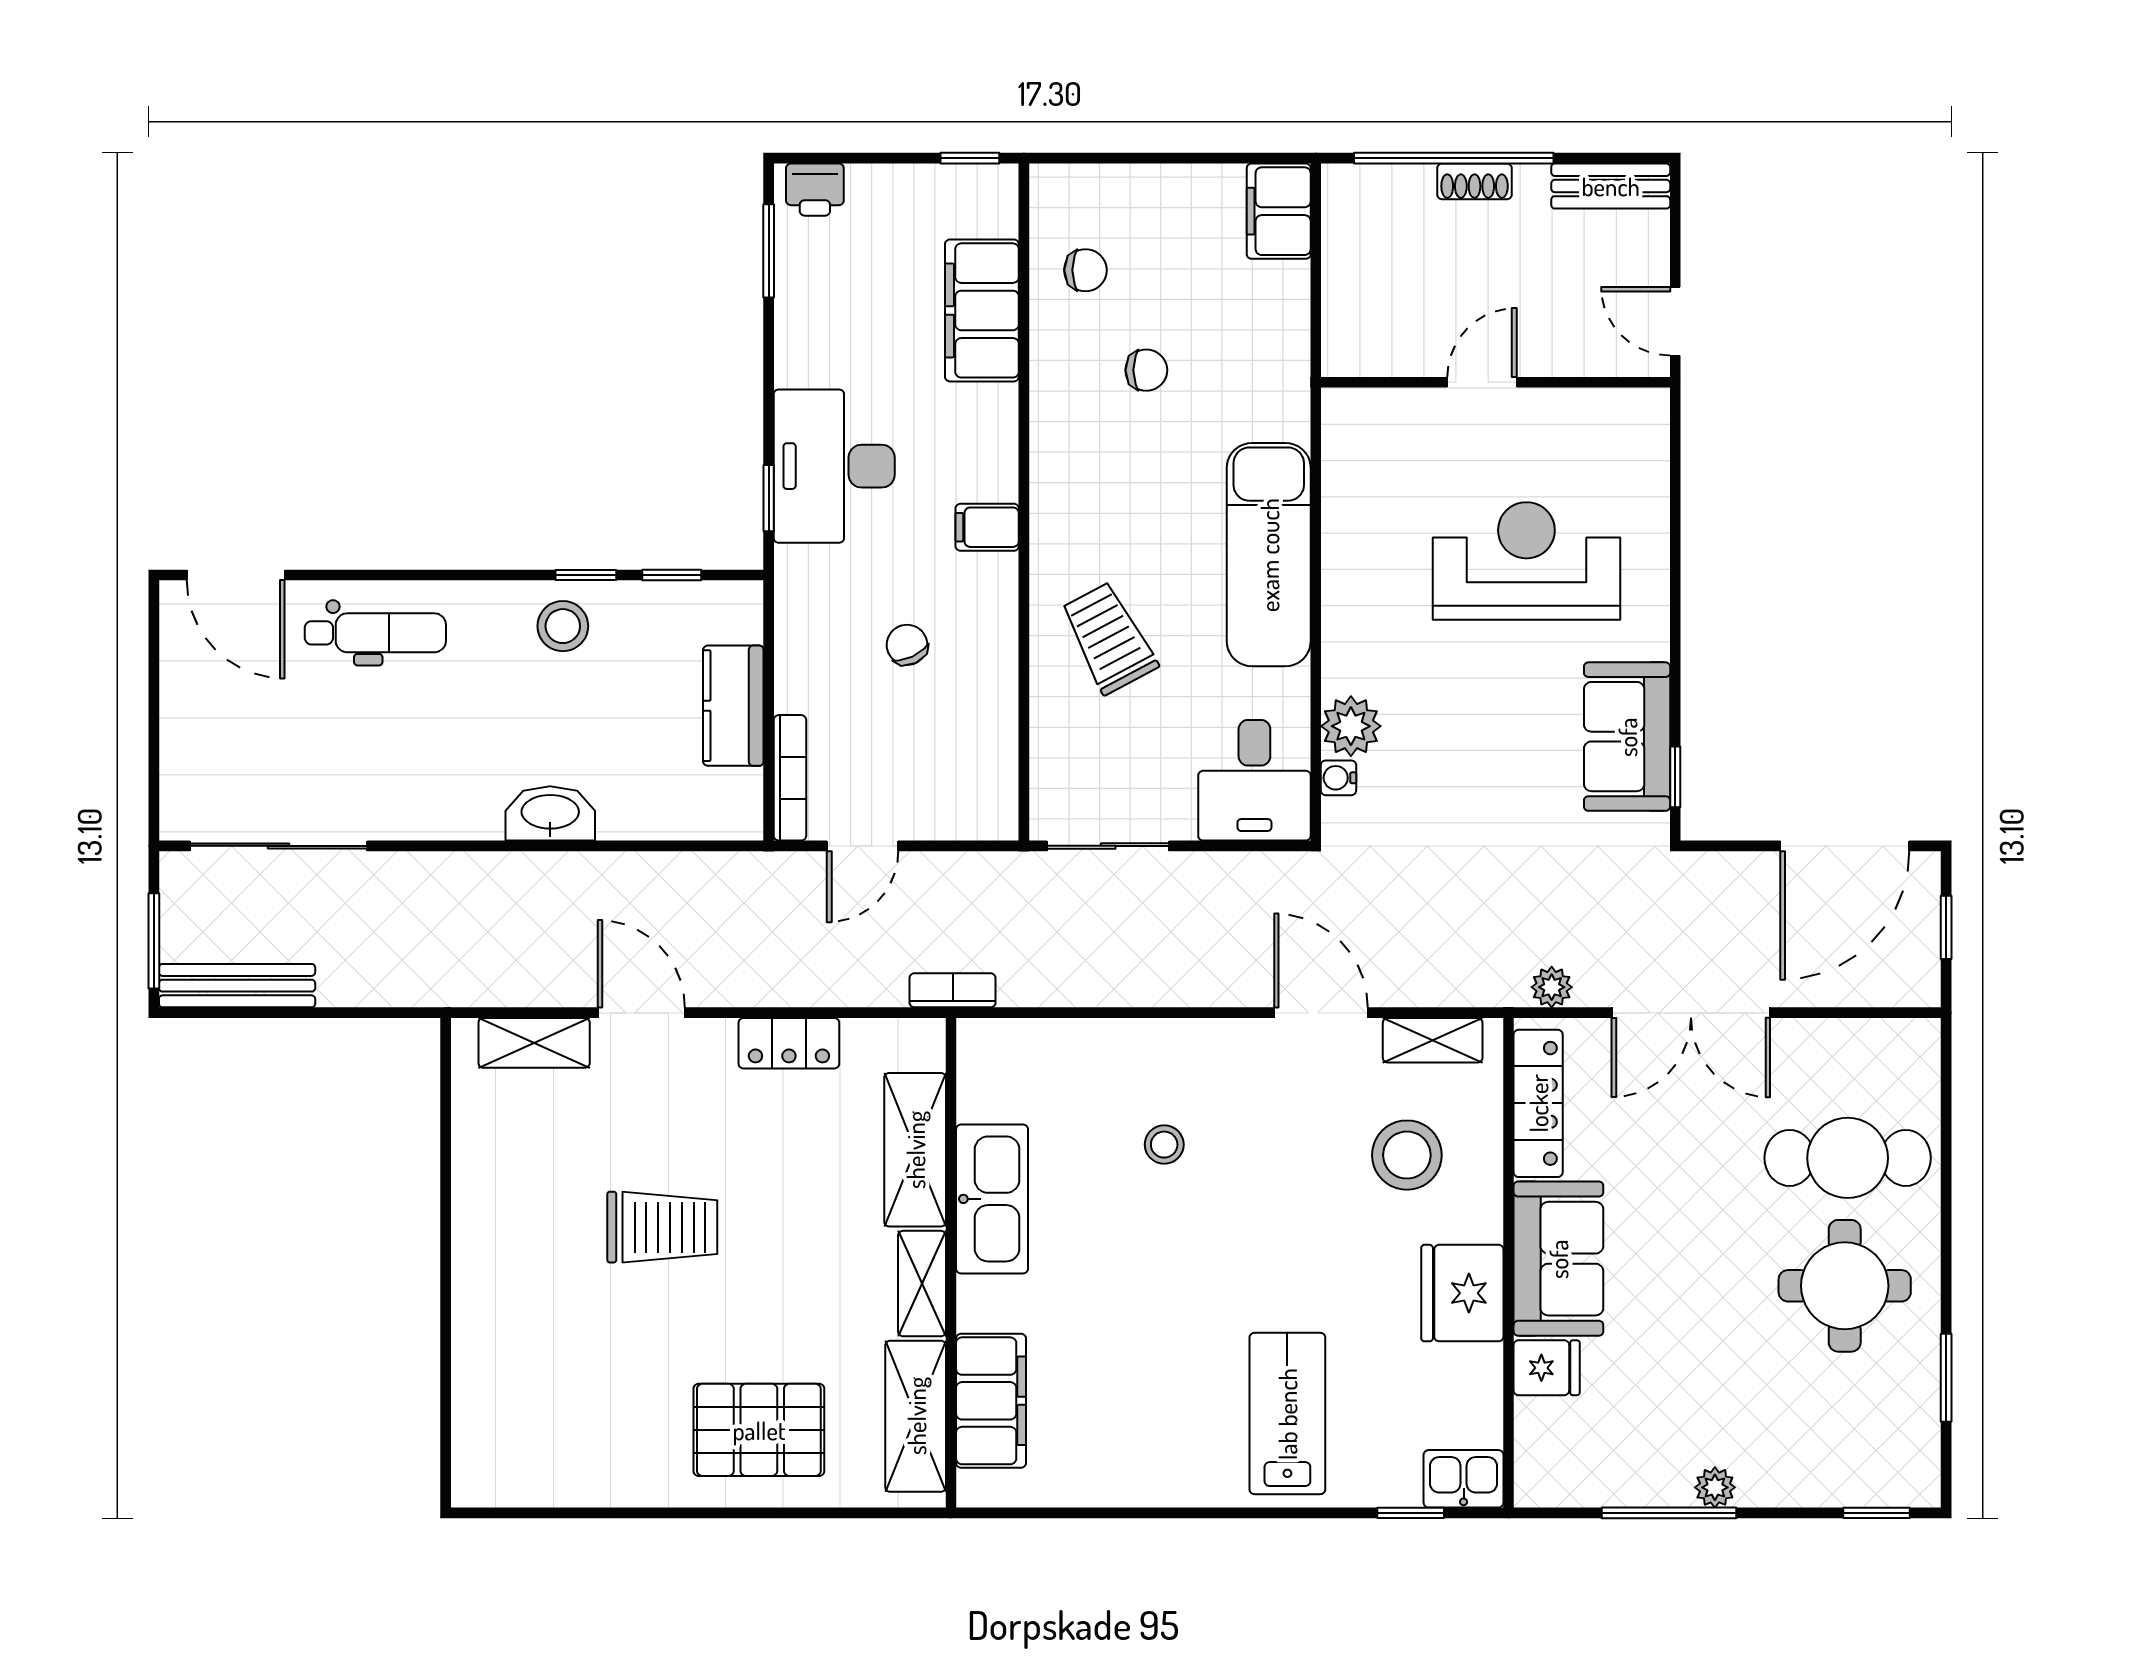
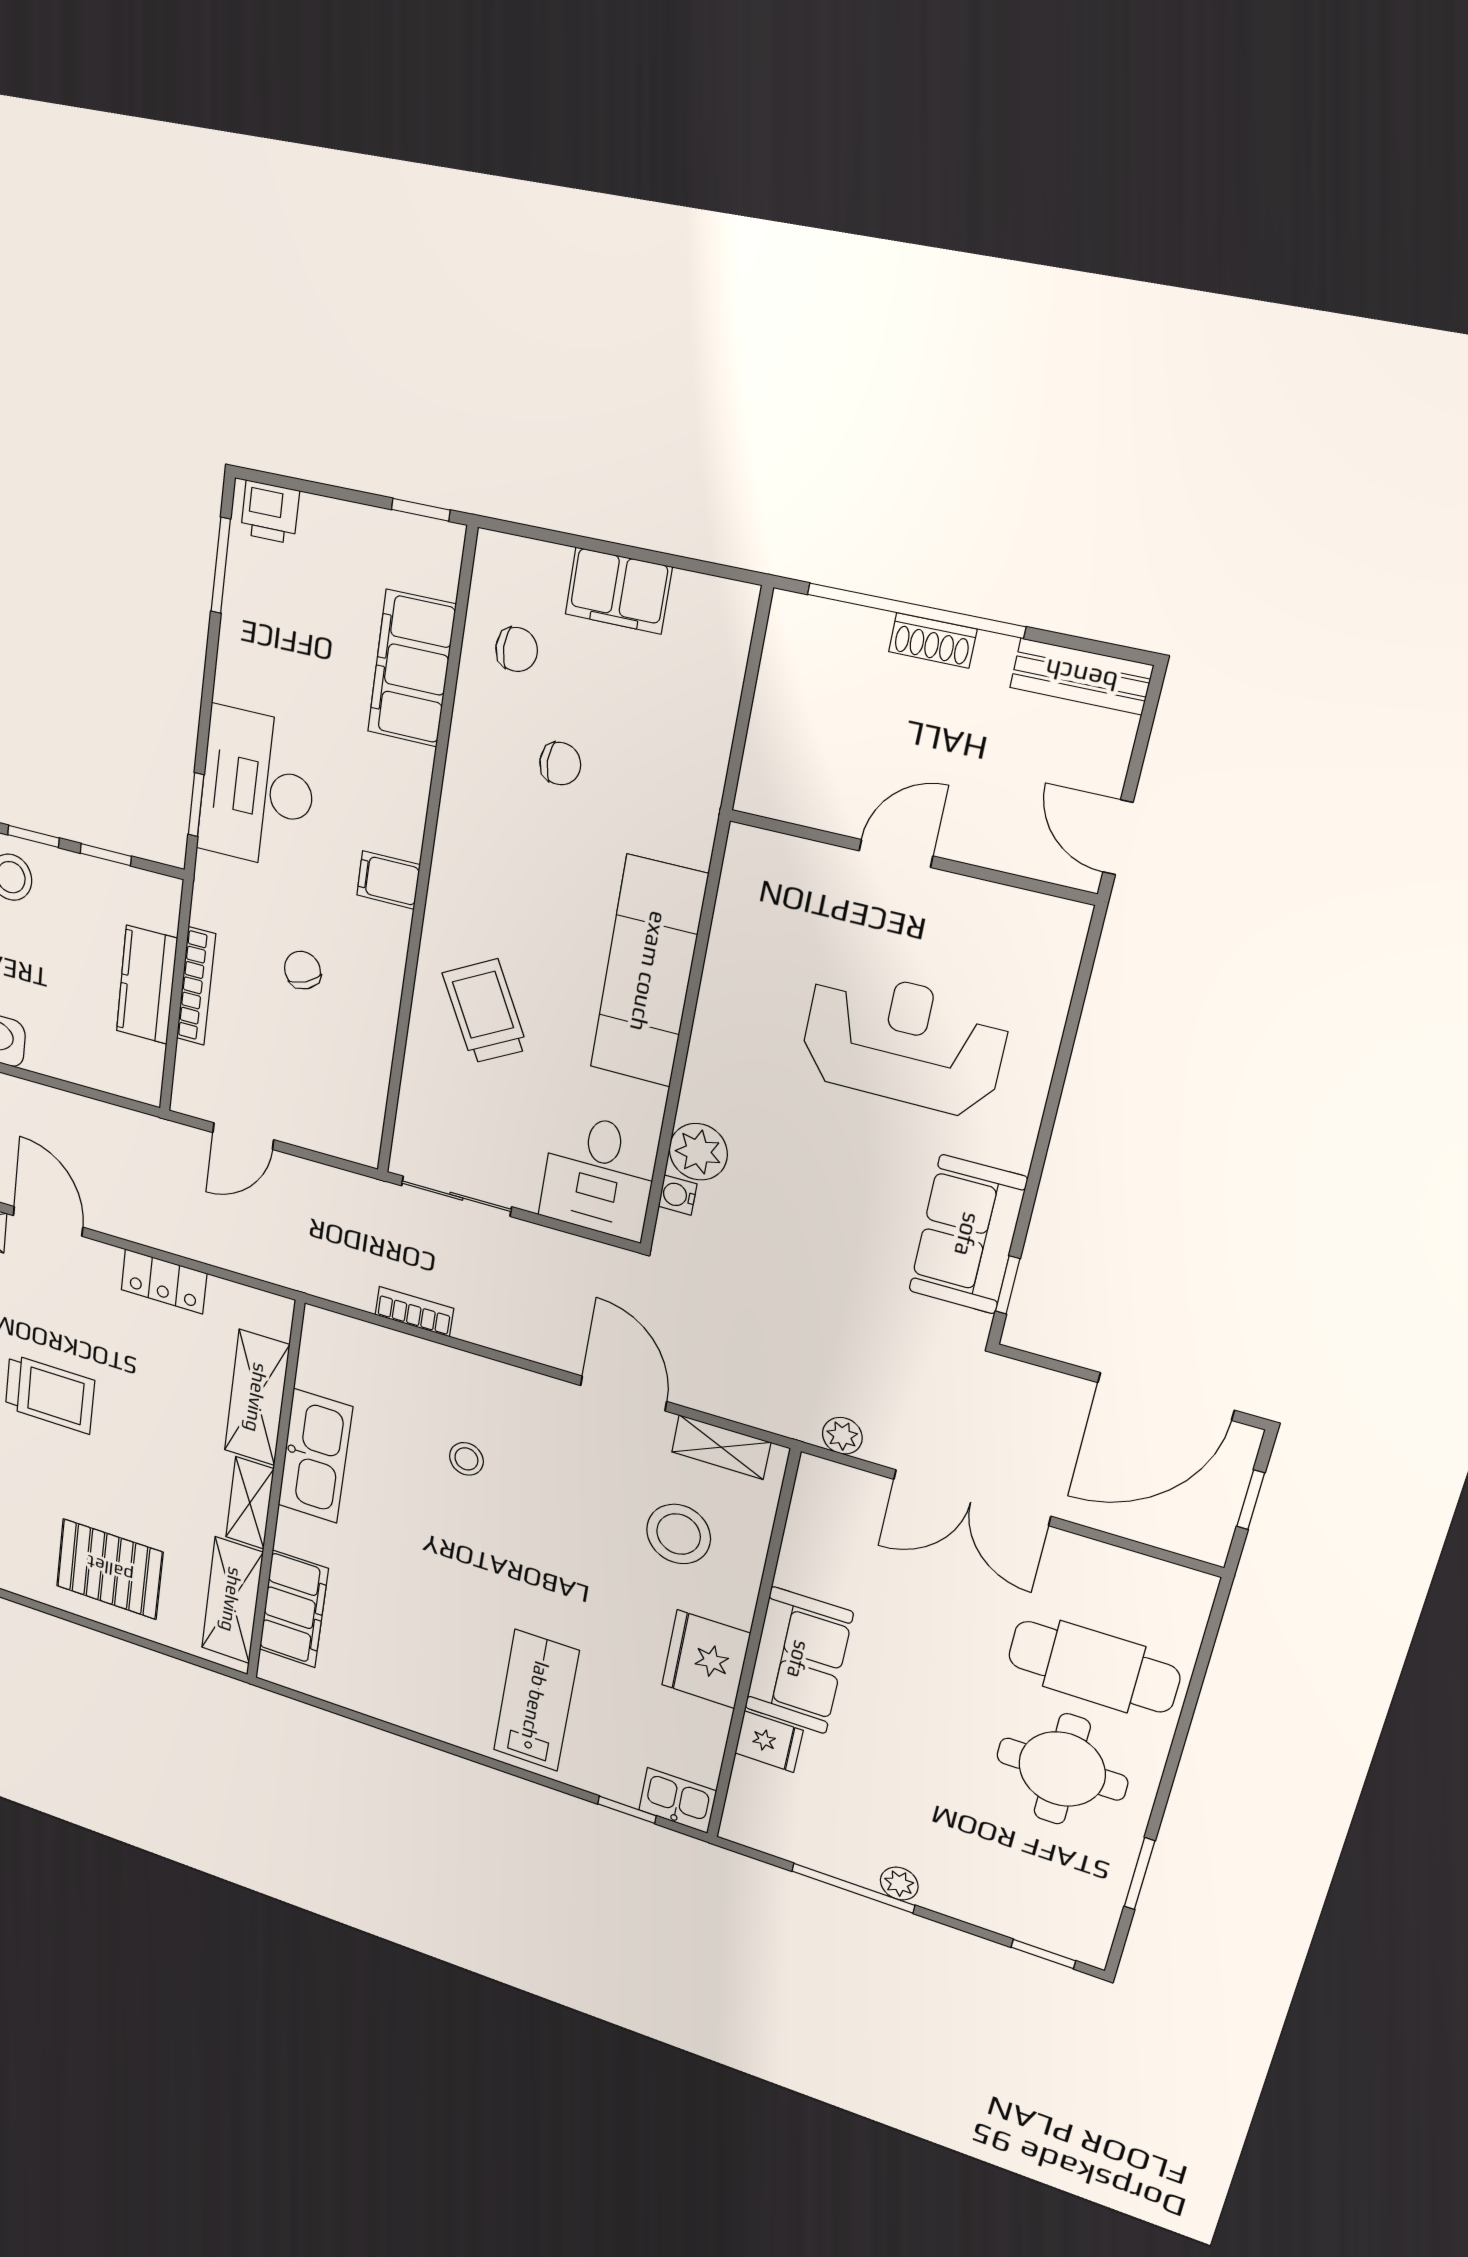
filing cabinet: (1279, 211) -> (618, 591), moved, turned -90
bookcase: (790, 778) -> (196, 986), moved
bookcase: (953, 990) -> (414, 1312), moved
locker: (1538, 1103) -> (808, 1529), removed

